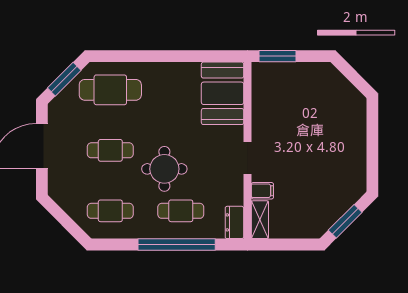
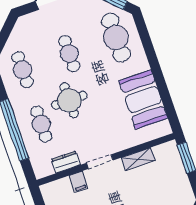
booth: (223, 93) -> (143, 99), moved, turned 90
shelving: (260, 220) -> (138, 159), moved
dresser: (234, 222) -> (66, 162), moved

